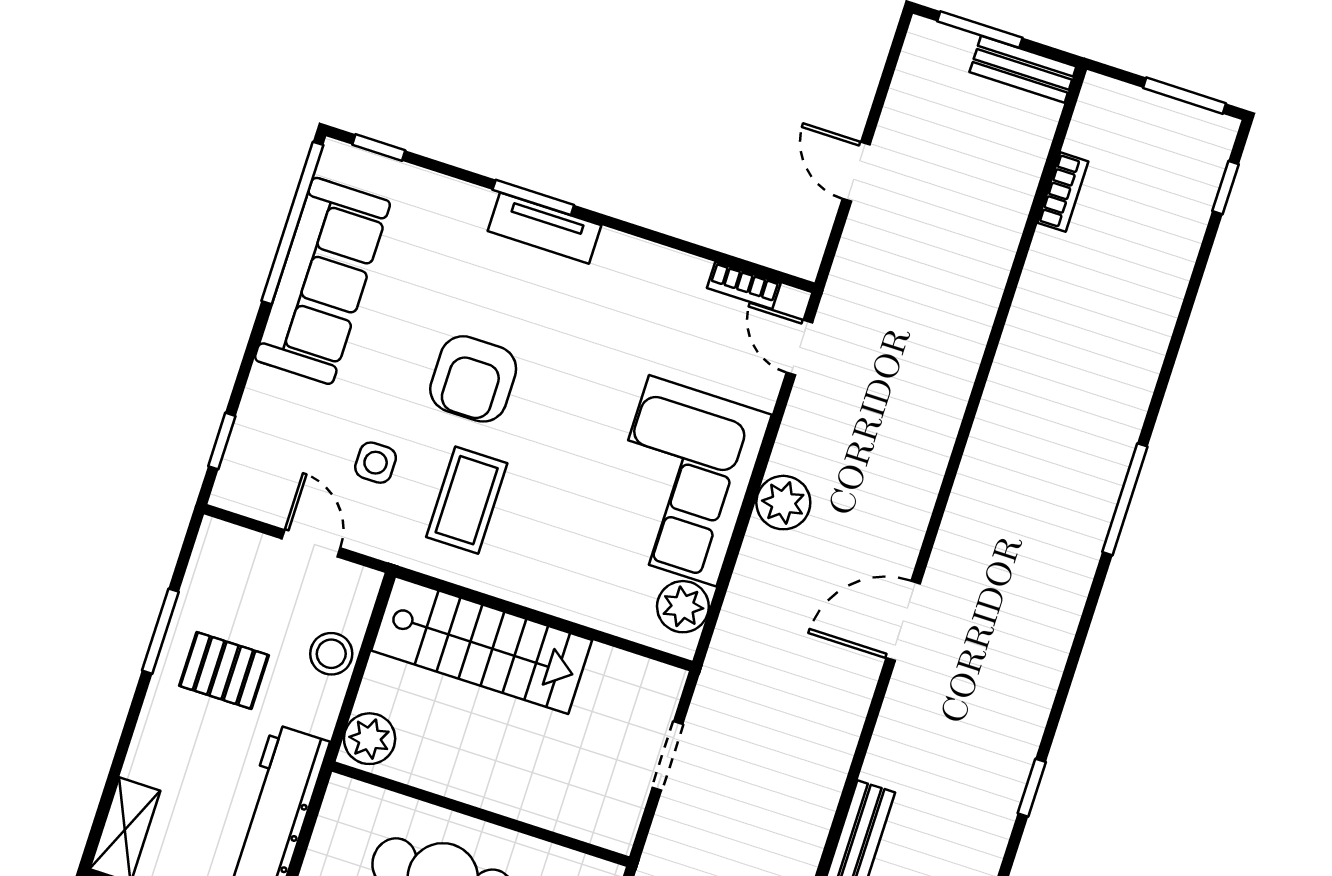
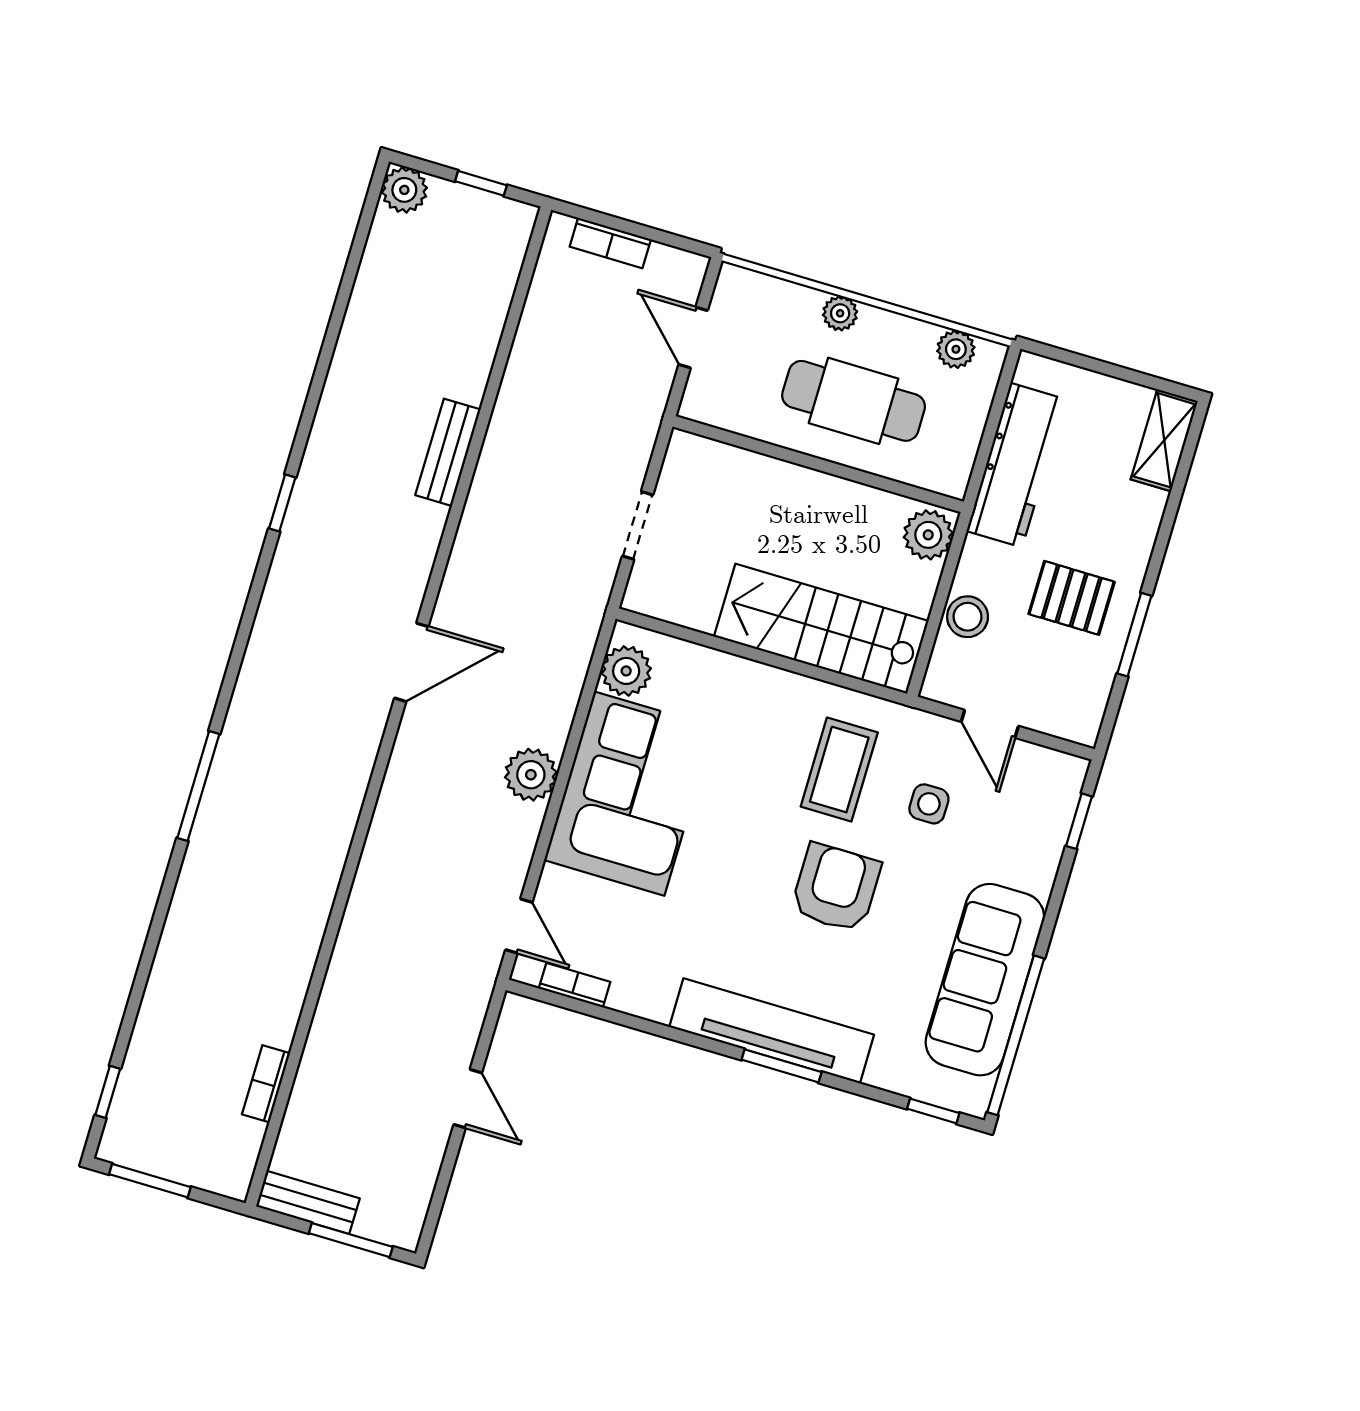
tv unit: (544, 228) -> (772, 1031), width x1.92, depth x1.29

